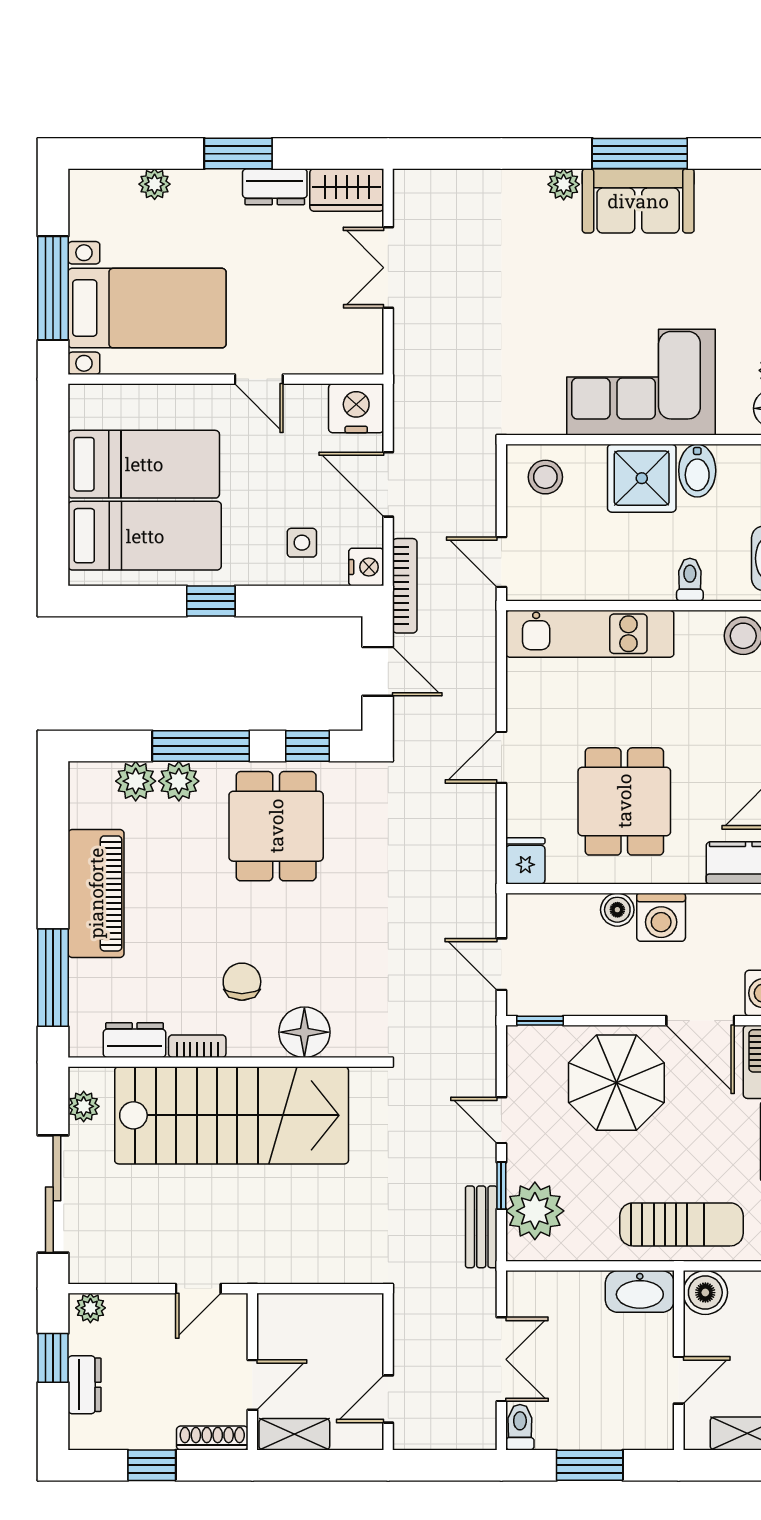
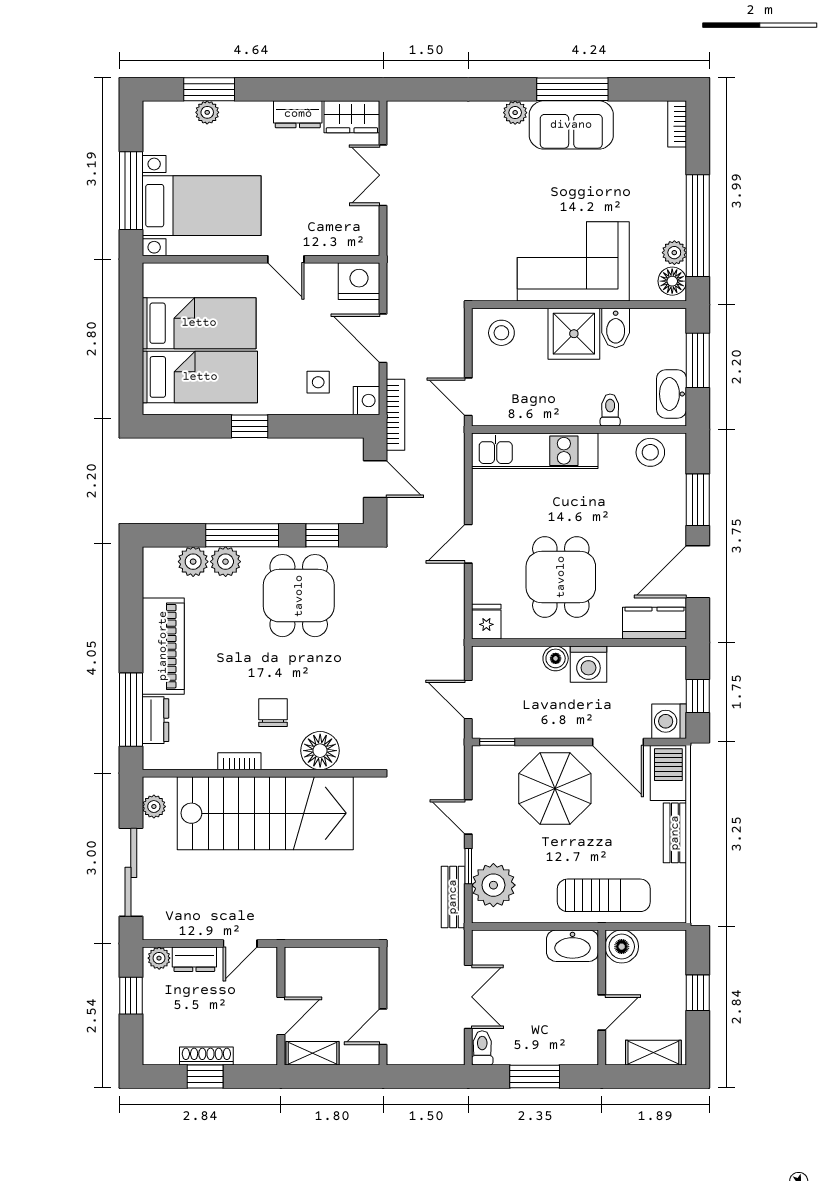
window: (238, 154) -> (209, 89), moved
dresser: (135, 1040) -> (155, 720), moved, turned 90
dresser: (85, 1385) -> (194, 959), moved, turned 90
shoe rack: (212, 1438) -> (206, 1056), moved

